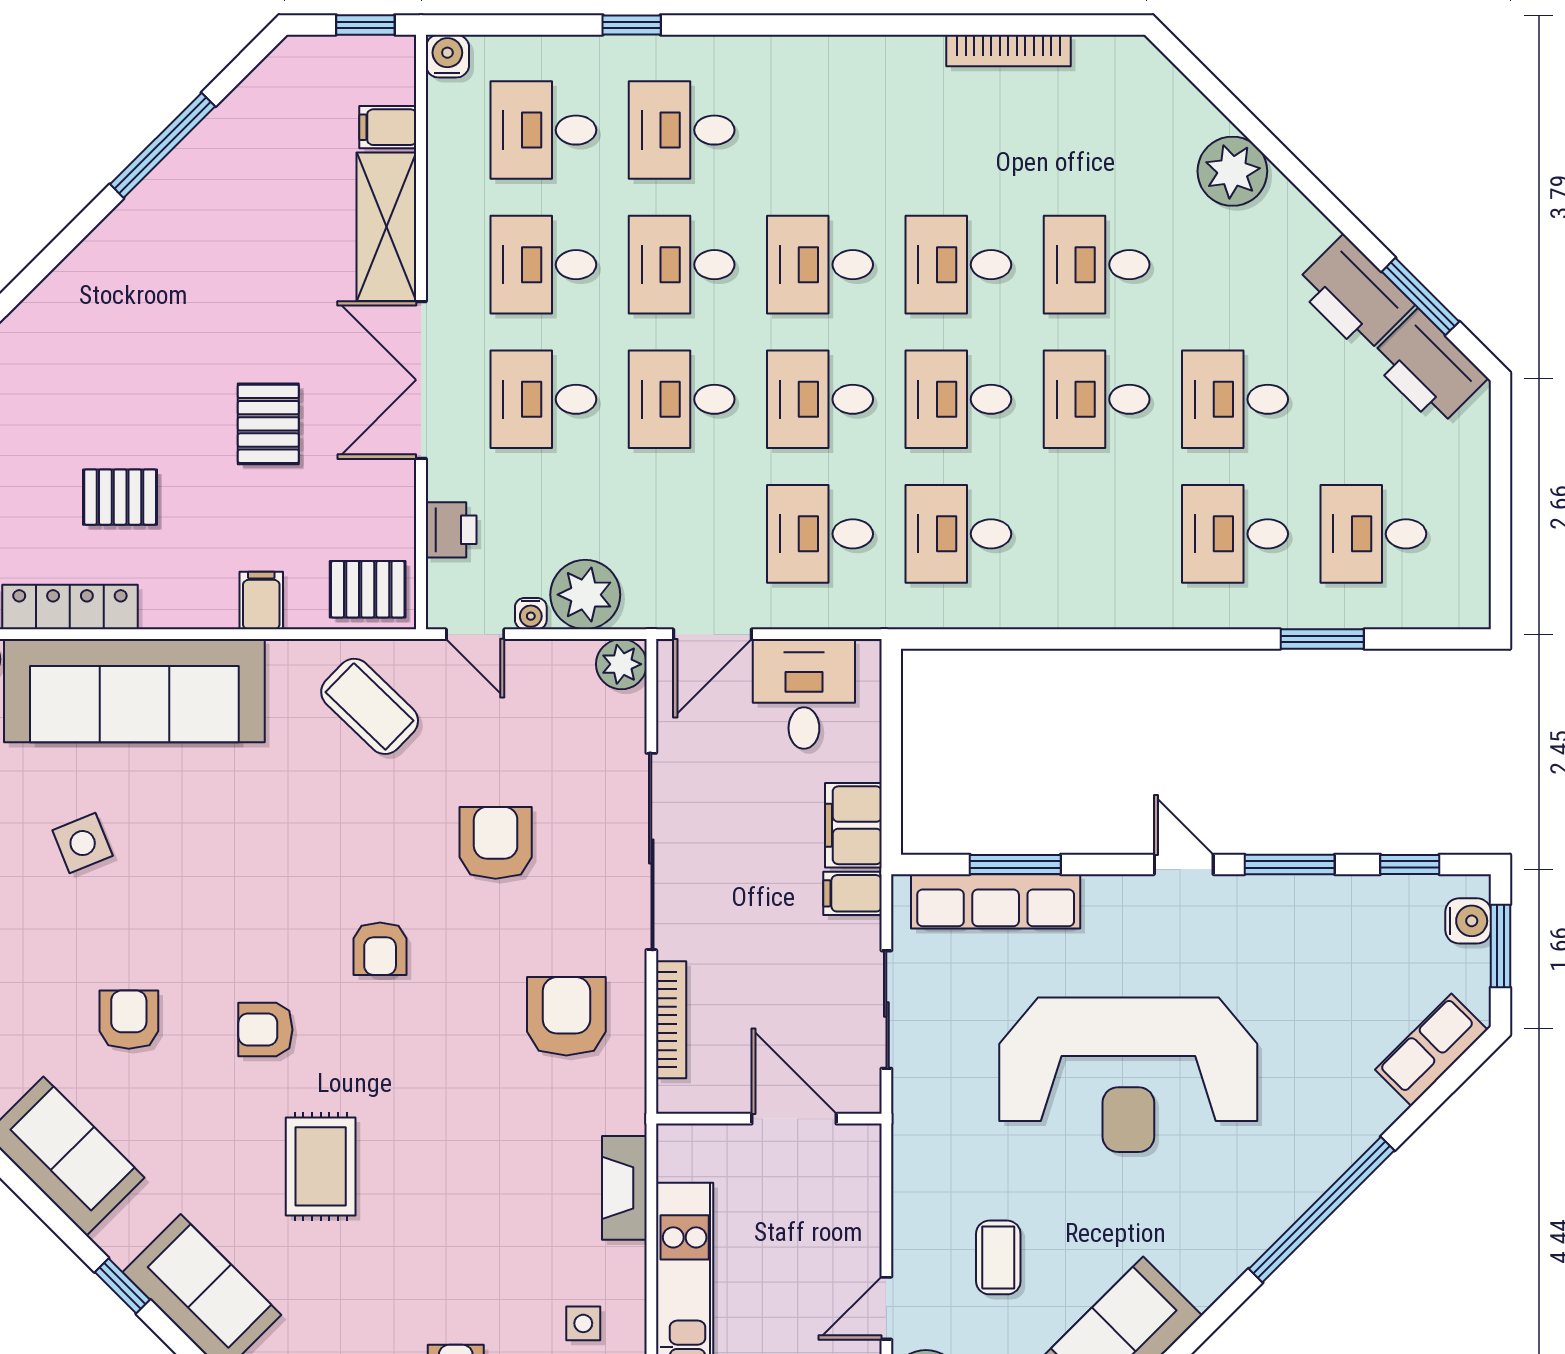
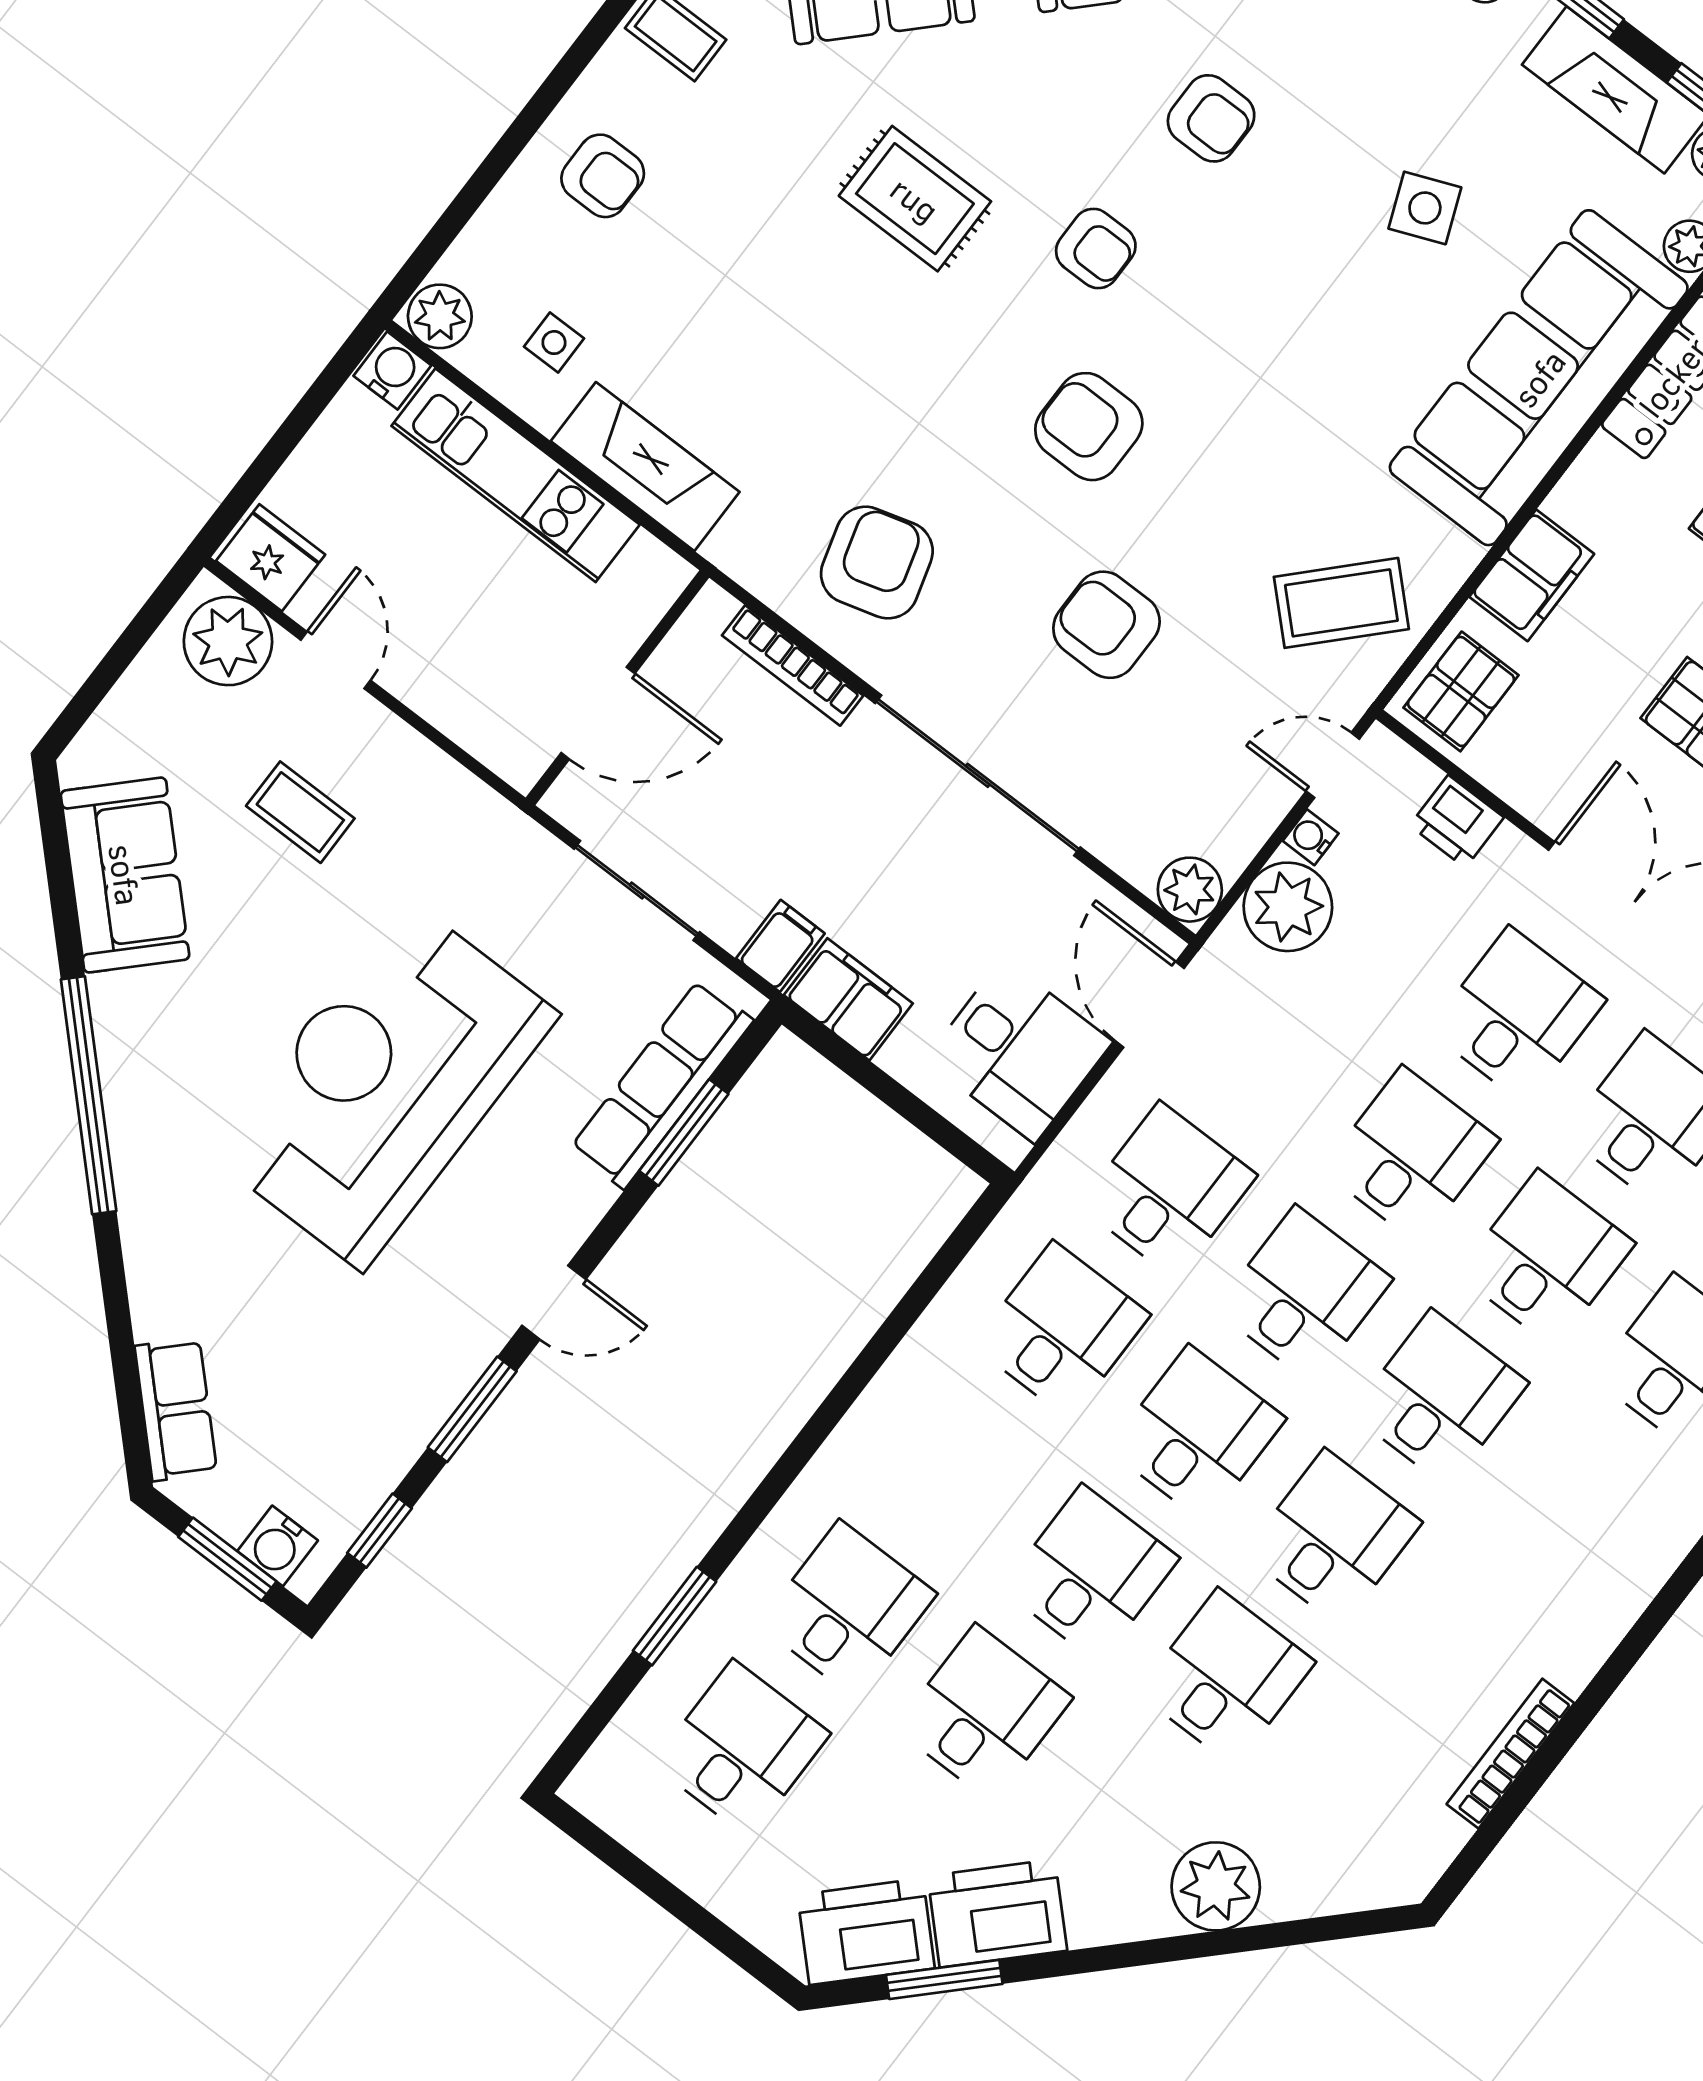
filing cabinet: (261, 601) -> (1532, 575), width x2.00
armchair: (496, 843) -> (1106, 625), turned 180
armchair: (380, 949) -> (1089, 427), width x1.38, depth x1.38
armchair: (566, 1016) -> (877, 563), turned -106
armchair: (265, 1030) -> (1096, 248), turned 90
fireplace: (624, 1188) -> (645, 467), width x1.37, depth x1.32
window: (1322, 1210) -> (89, 1095), moved

